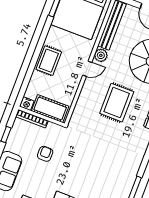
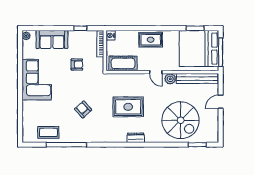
rug: (117, 103) -> (128, 107), moved
cot: (50, 109) -> (123, 63), moved, turned 90
armchair: (98, 166) -> (83, 109), added

